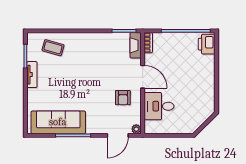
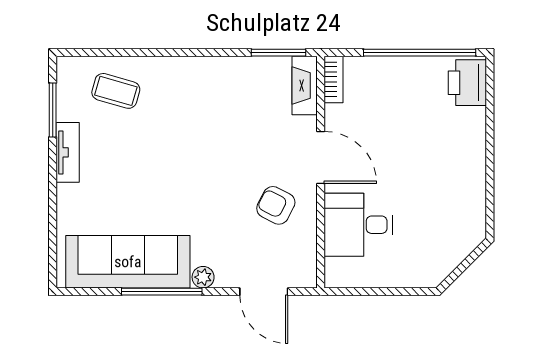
armchair: (123, 98) -> (276, 205), turned 117
plant: (136, 129) -> (203, 277), moved
door: (118, 135) -> (264, 292), hinge flipped

